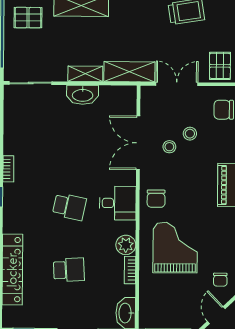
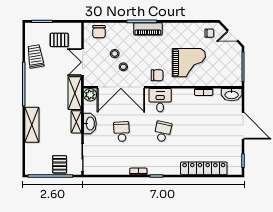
pallet: (28, 18) -> (60, 164), moved
pallet: (220, 66) -> (59, 40), moved
double door: (138, 143) -> (121, 87), width x1.36
plant: (126, 245) -> (90, 95), moved
grand piano: (175, 248) -> (189, 63), turned 180
school desk: (69, 270) -> (122, 132), moved

